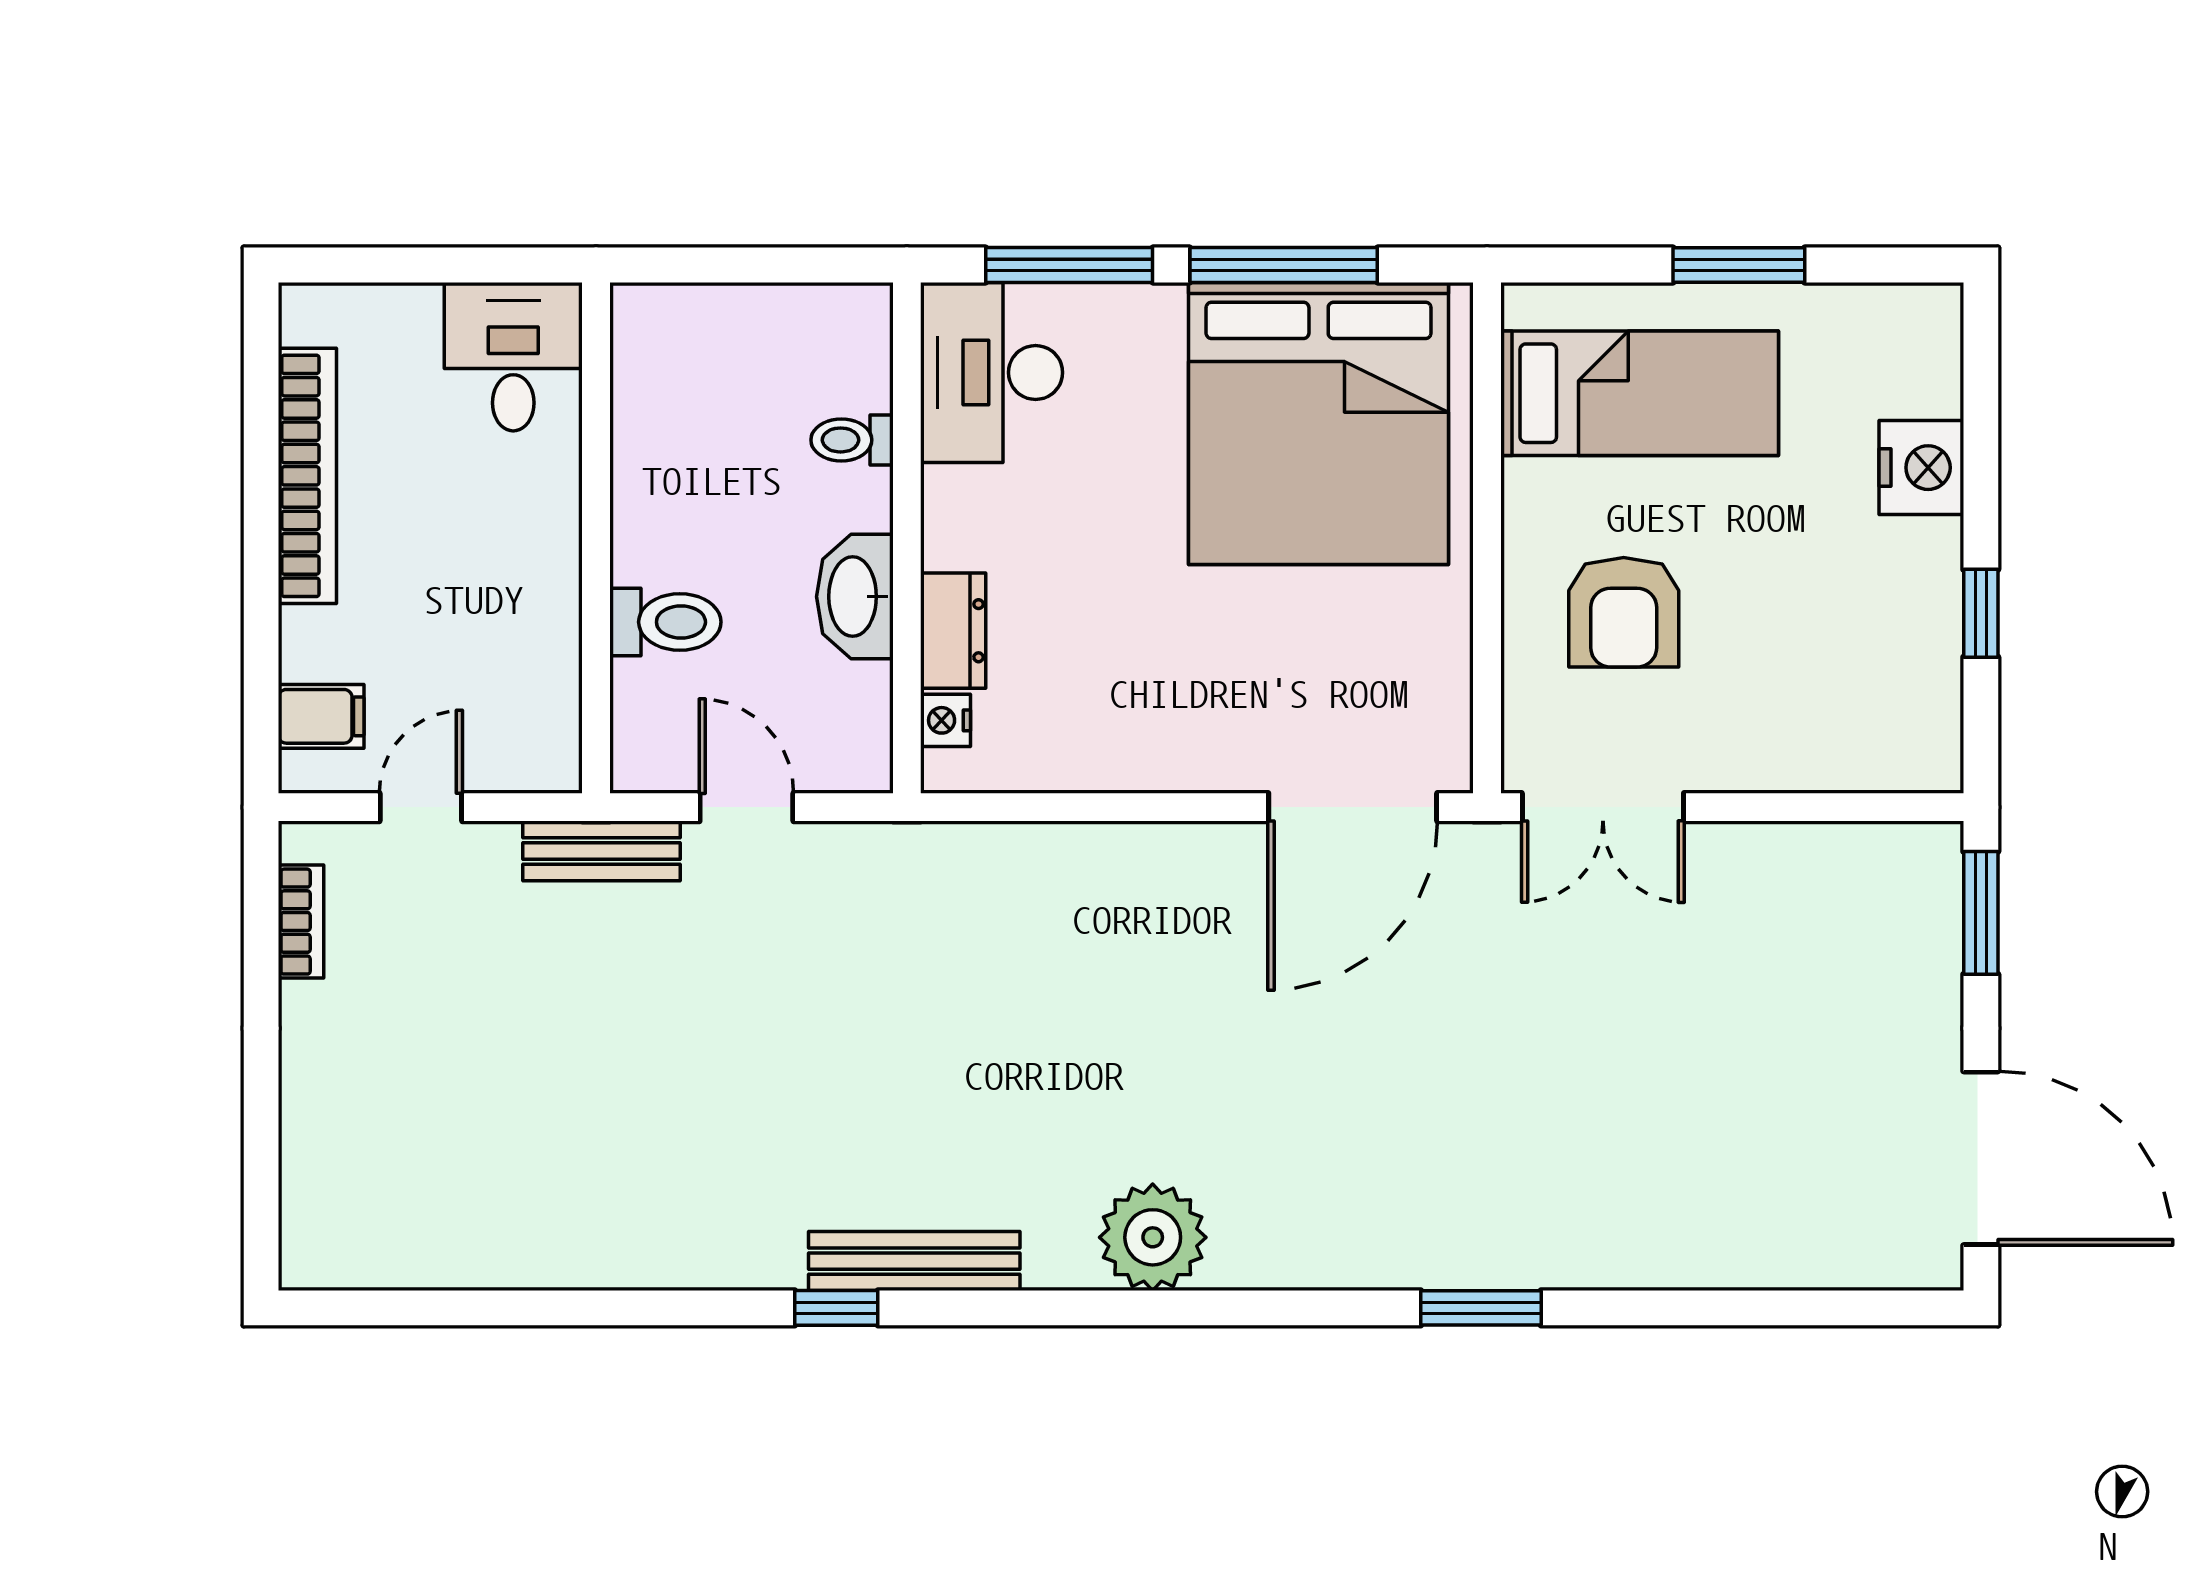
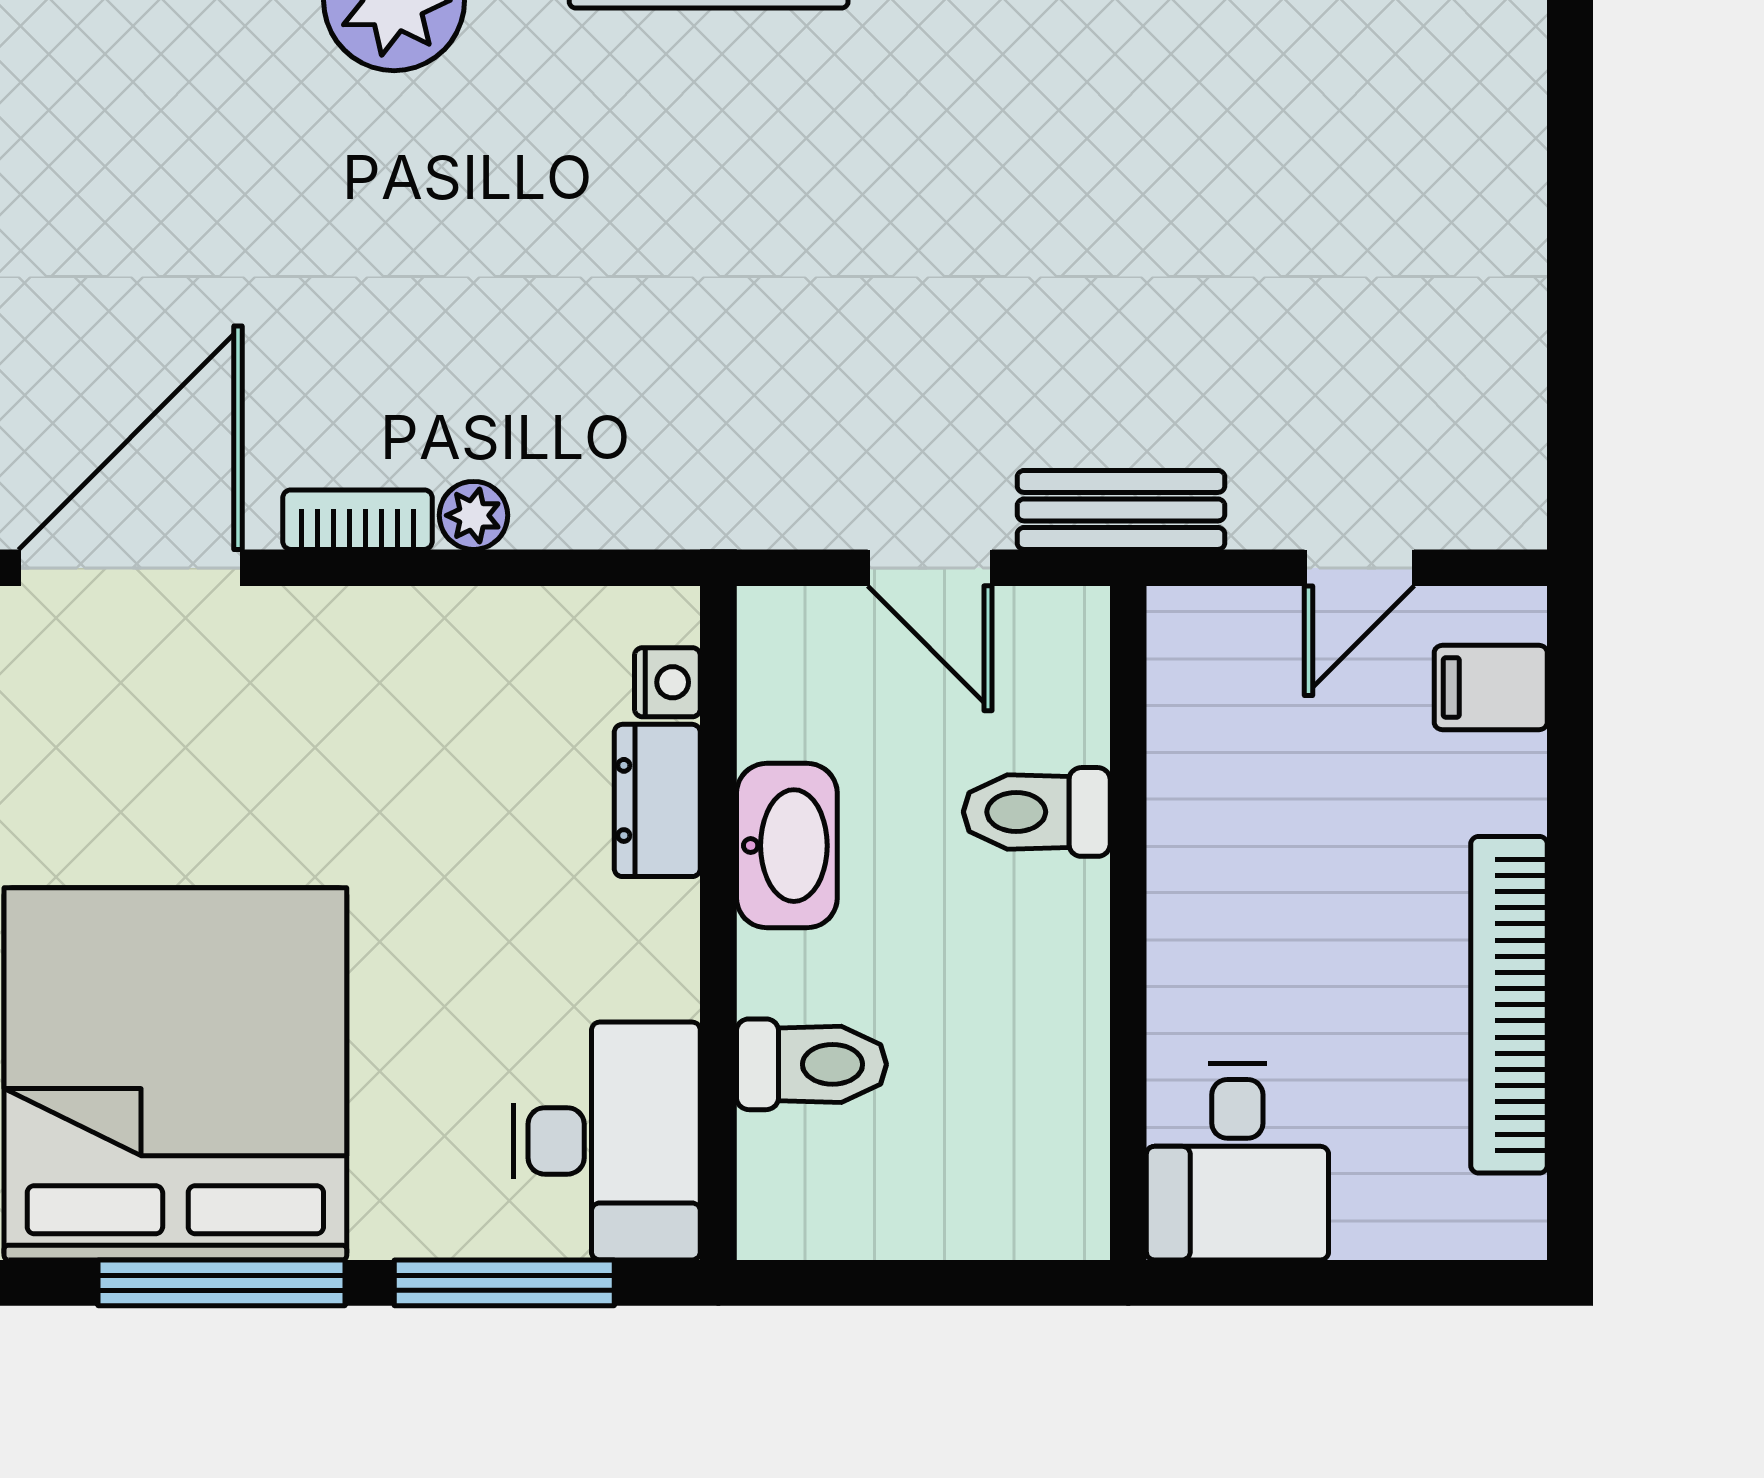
toilet: (852, 440) -> (812, 1064), width x1.37, depth x1.39
plant: (1092, 847) -> (474, 515), added
bookcase: (301, 922) -> (357, 520), moved, turned 90

